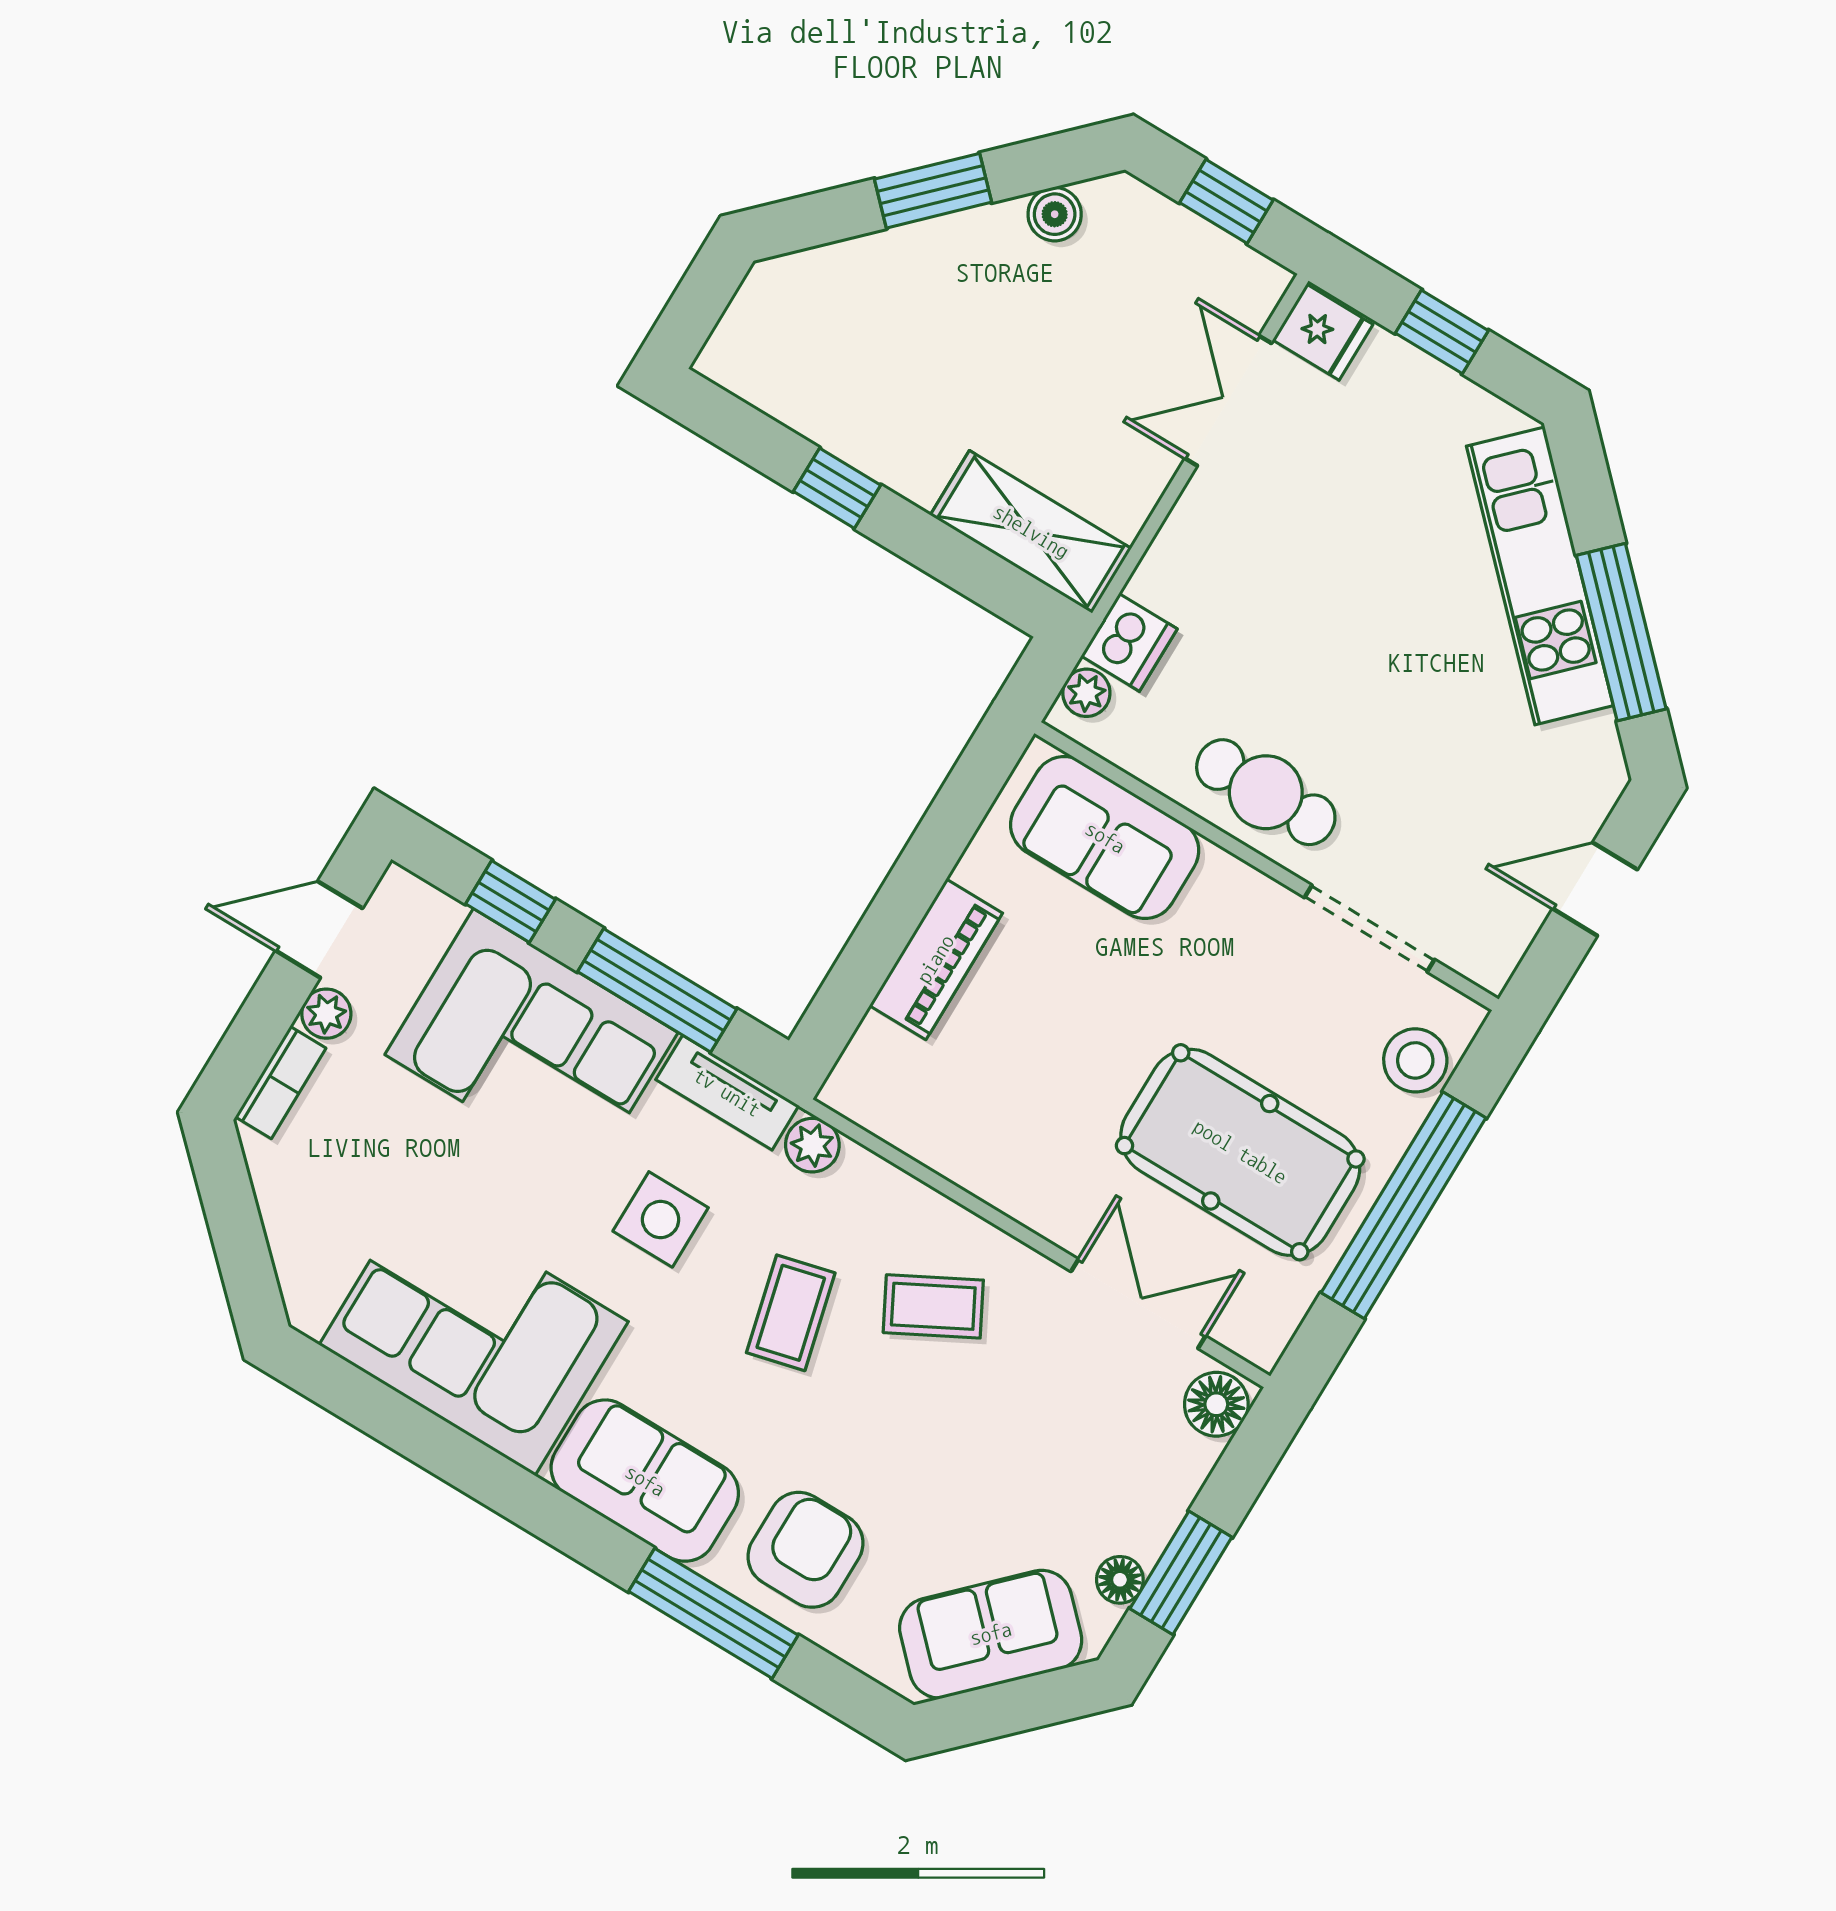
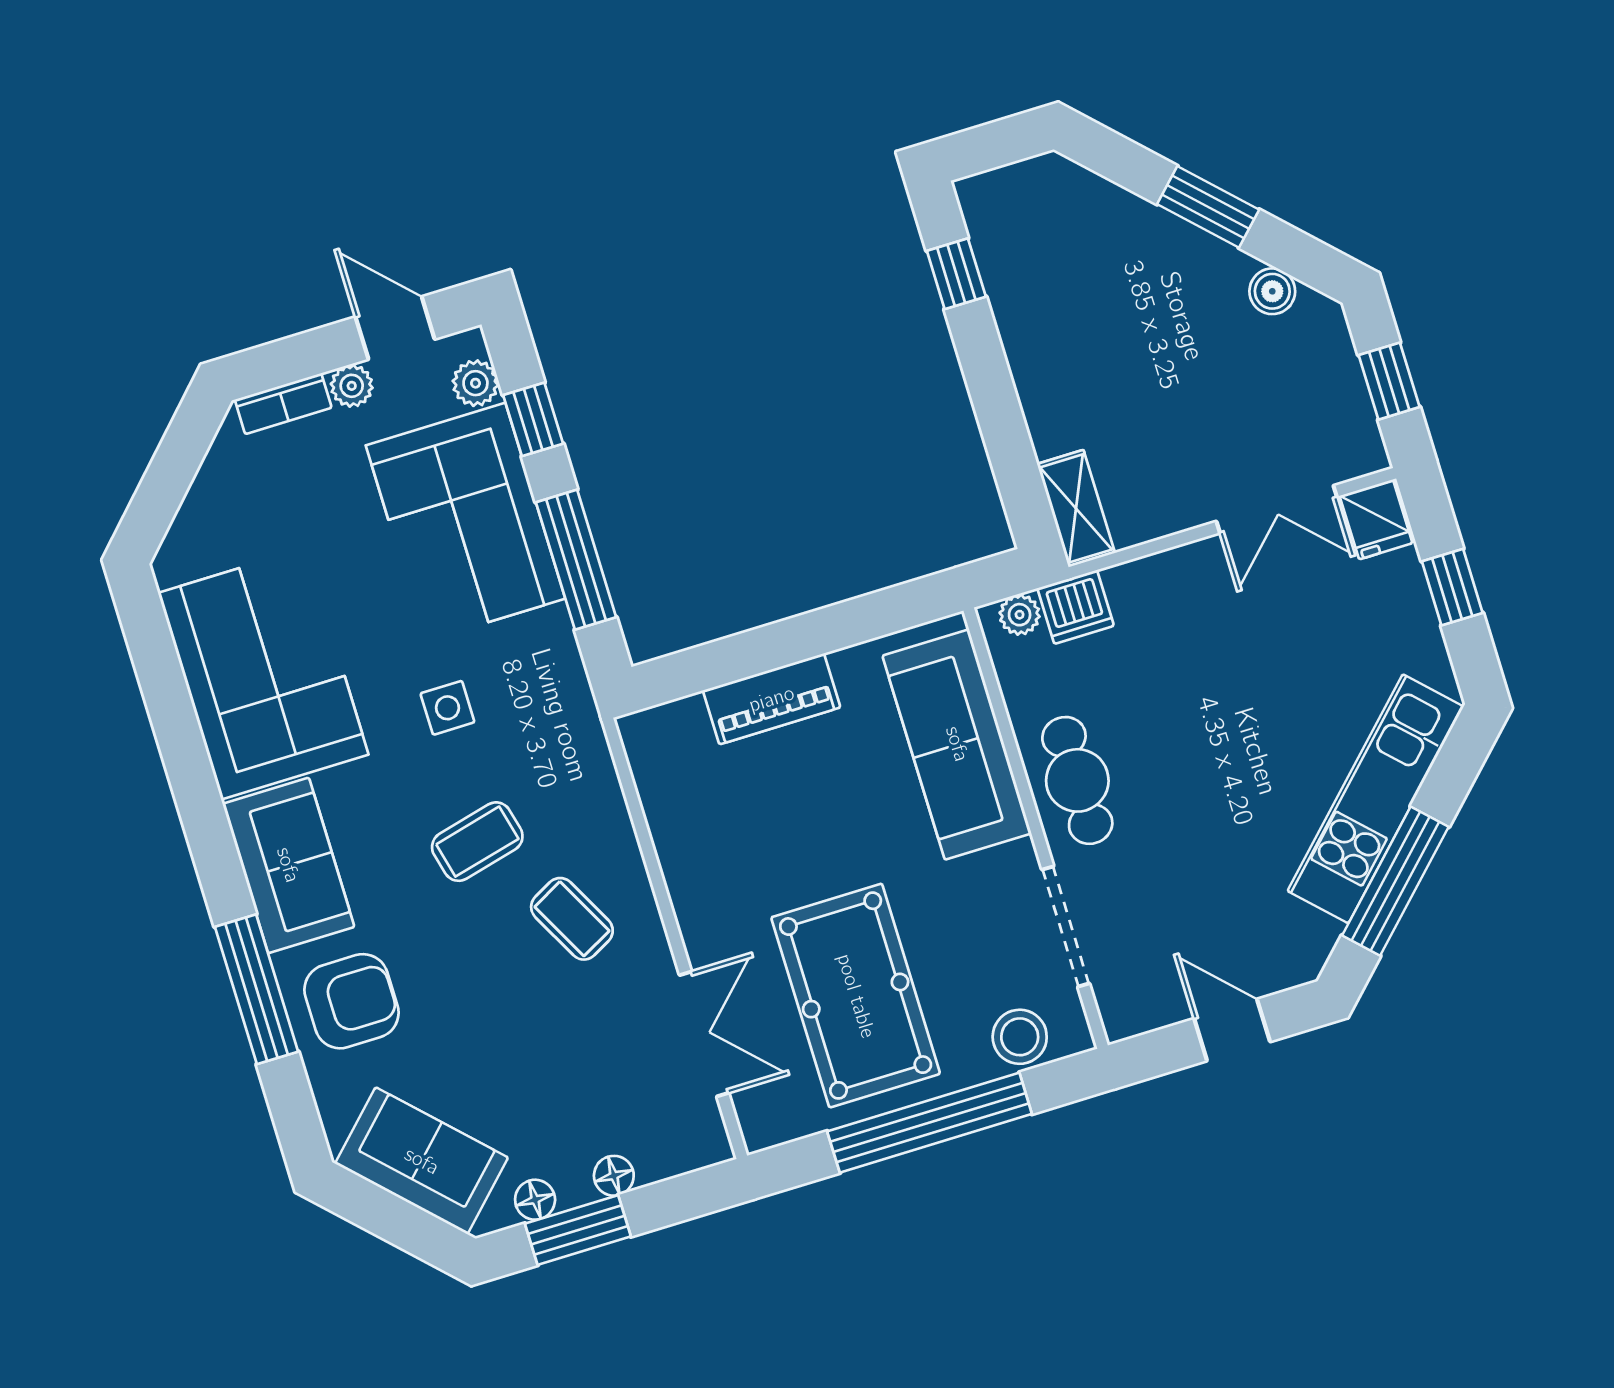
double door: (1228, 401) -> (1277, 509), swing flipped
window: (837, 488) -> (956, 274), moved
shelving: (1031, 532) -> (1076, 508), width x0.67, depth x0.75
sofa: (1105, 838) -> (957, 744), width x1.36
tv unit: (727, 1093) -> (562, 665), removed
plant: (812, 1145) -> (475, 383), moved
side table: (661, 1219) -> (447, 708), width x0.73, depth x0.73
floor lamp: (1216, 1404) -> (614, 1176), moved, width x0.73, depth x0.73

